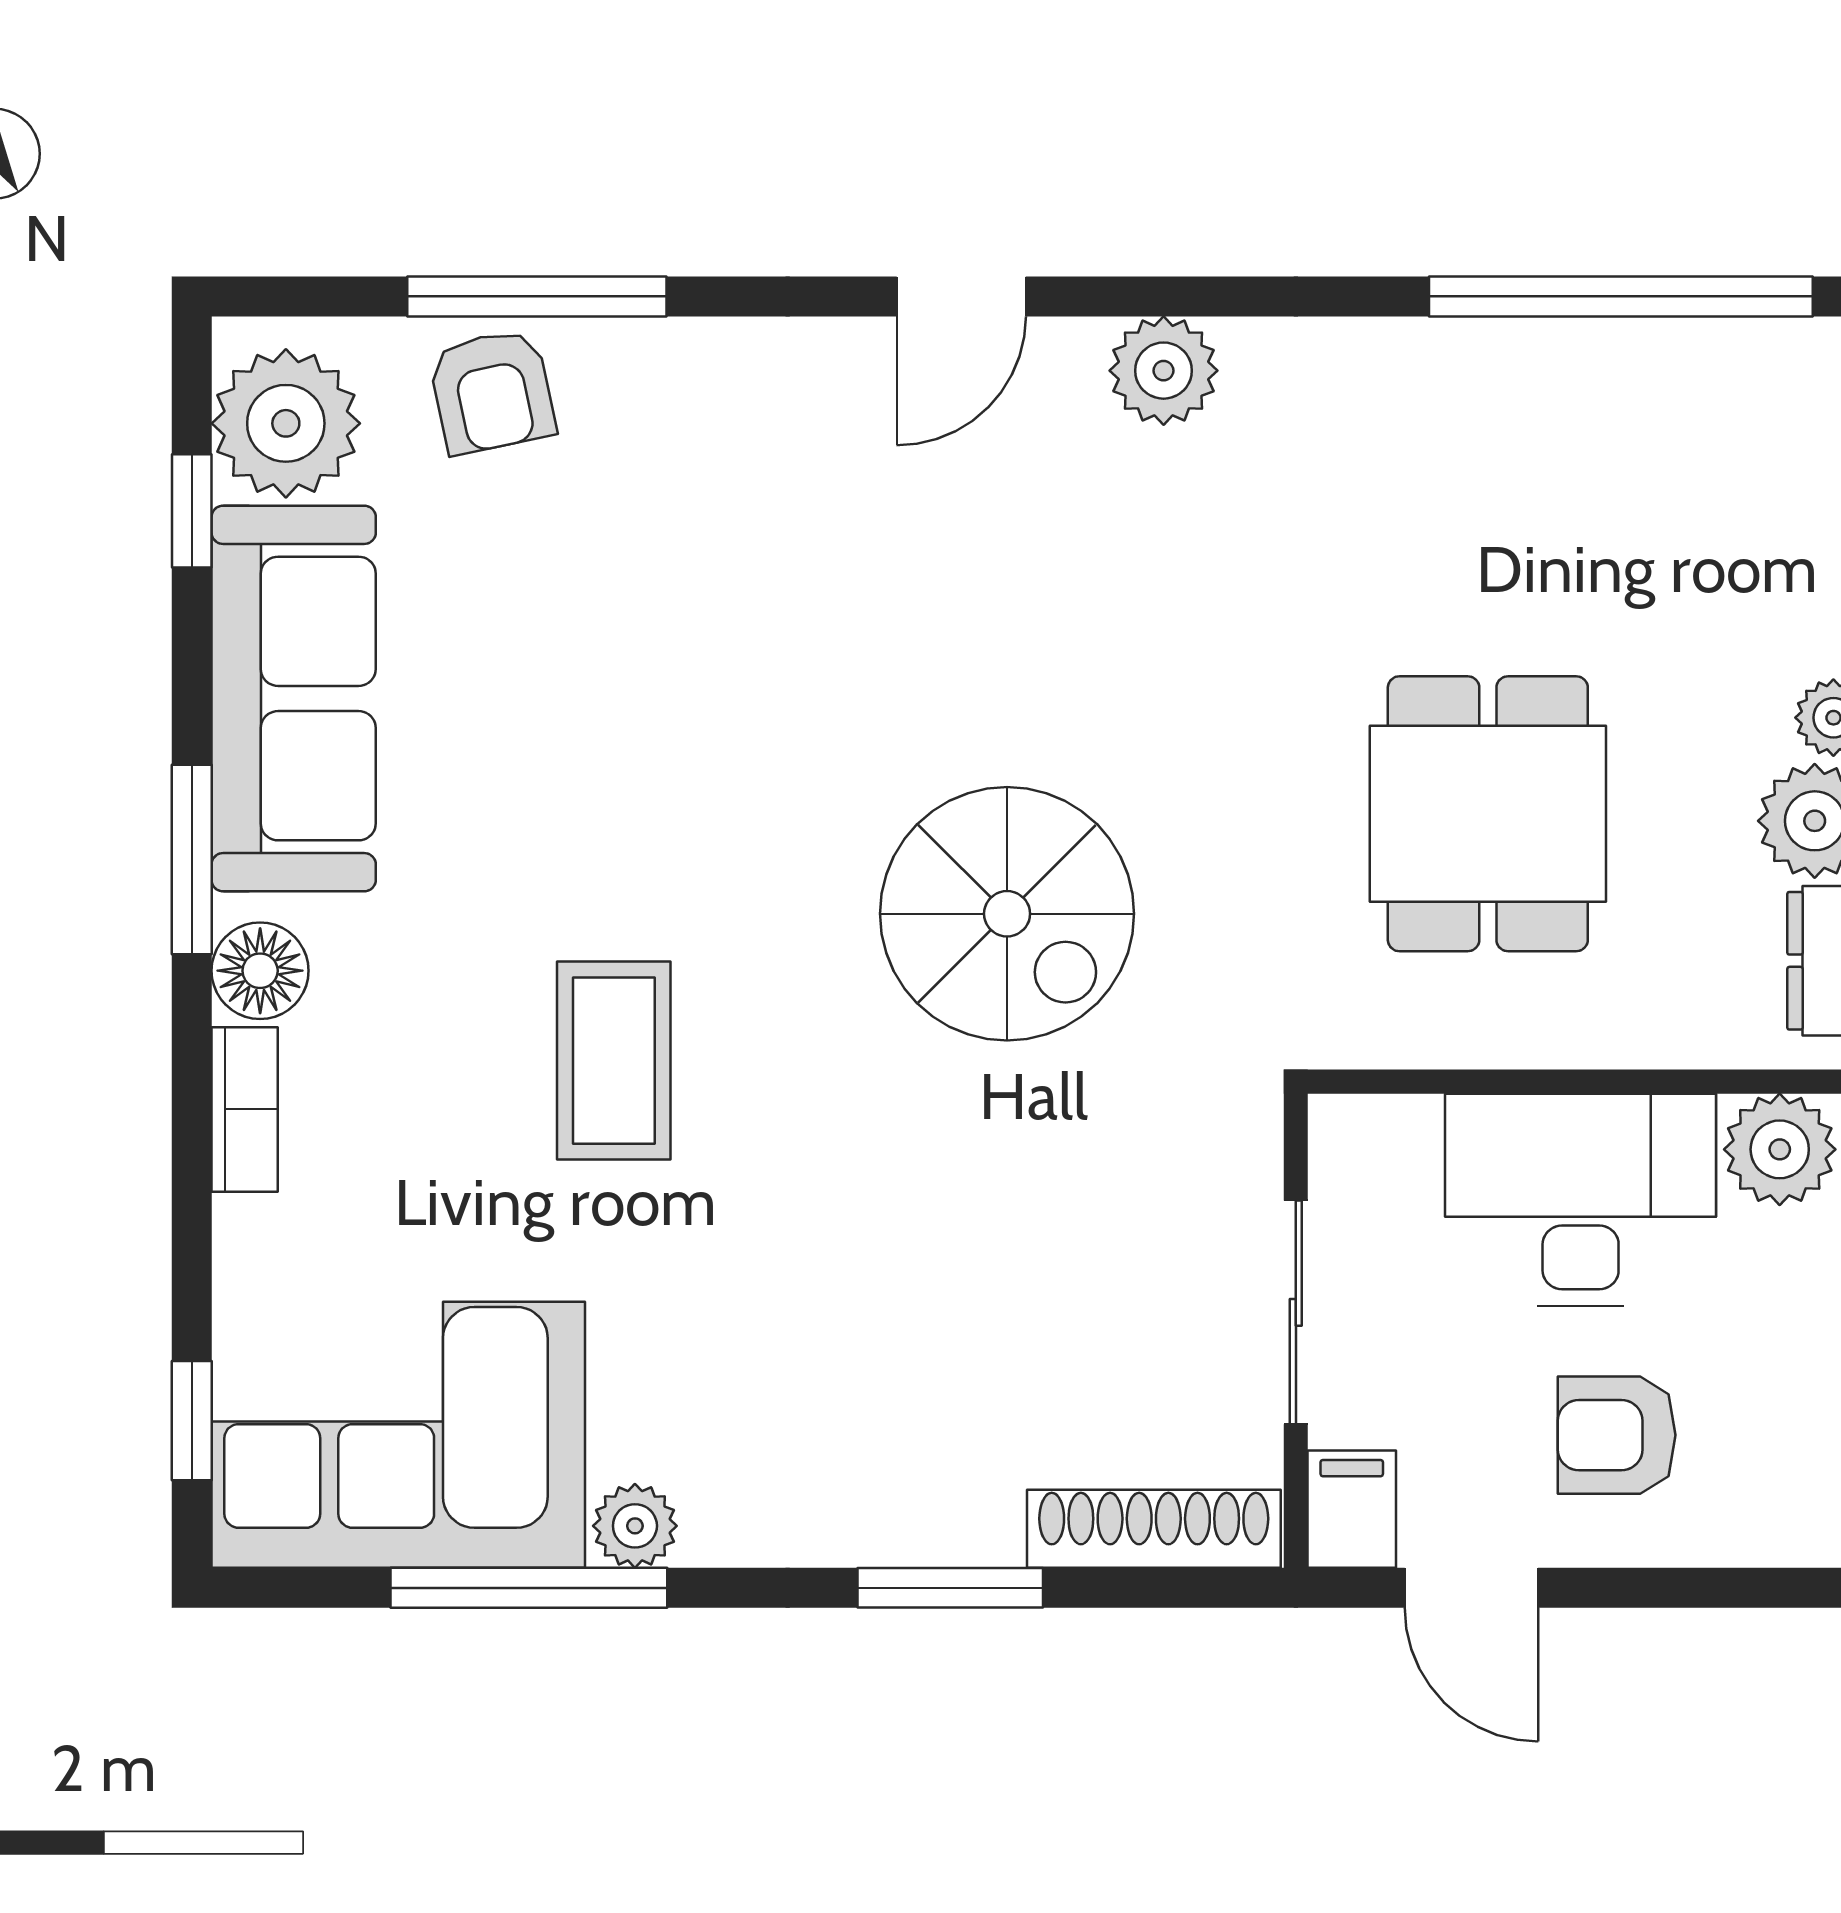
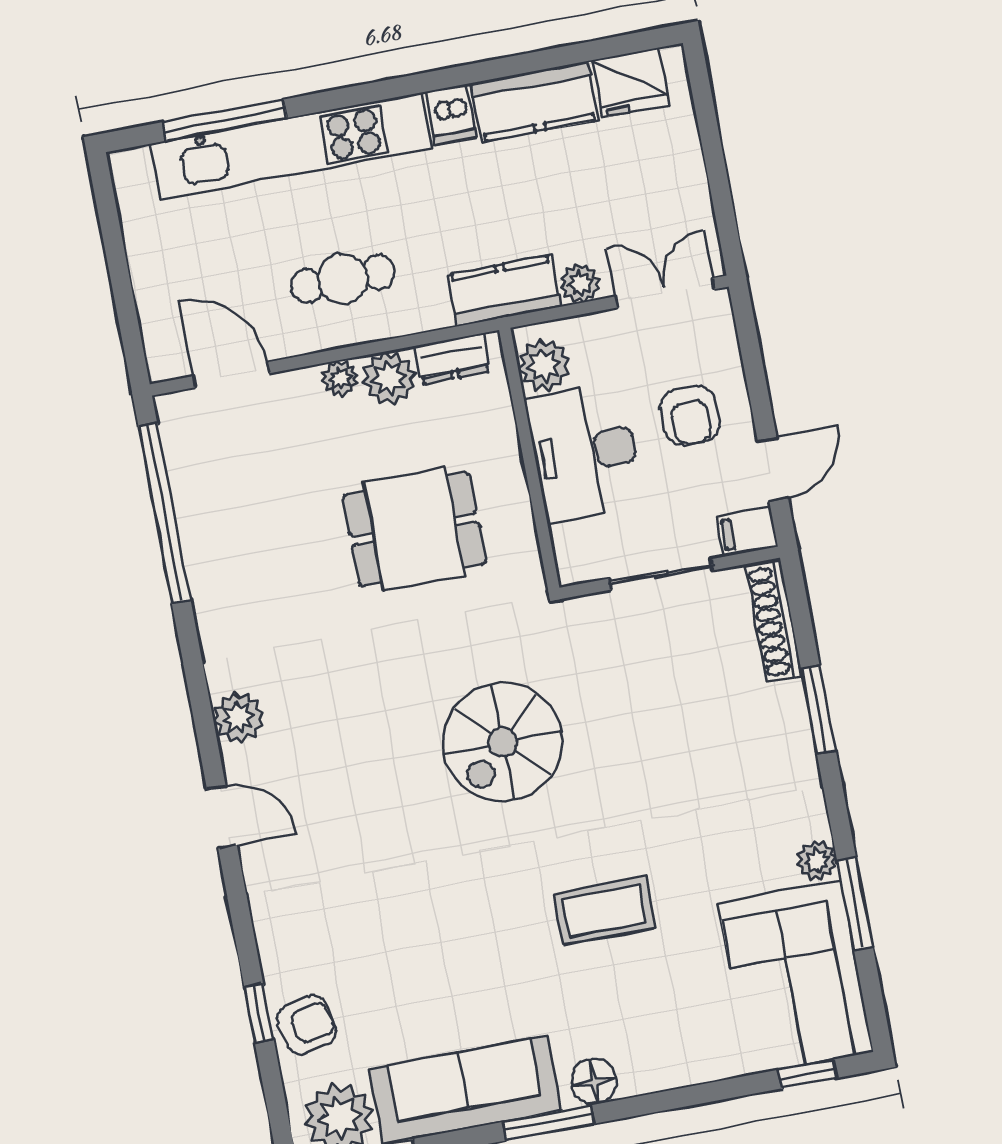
window: (537, 296) -> (259, 1013), width x0.46
spiral stairs: (1007, 914) -> (503, 742), turned 180
bookcase: (245, 1109) -> (659, 1077), removed
window: (529, 1588) -> (855, 904), width x0.69

